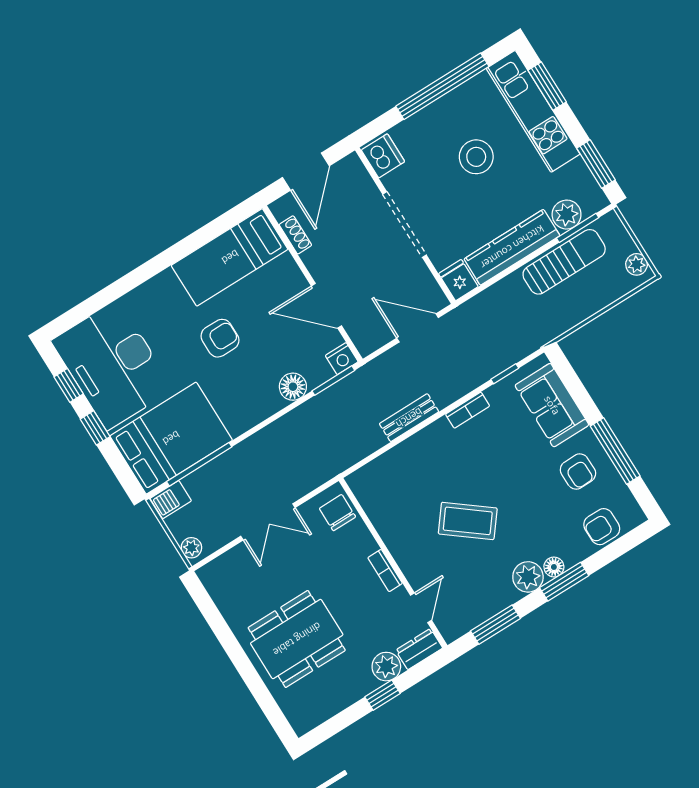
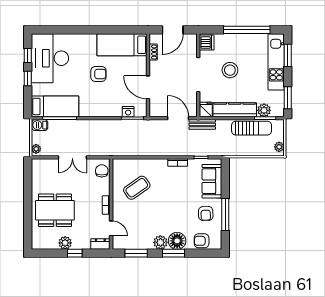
stool: (476, 157) -> (230, 70), moved
nightstand: (342, 359) -> (128, 112), moved
floor lamp: (293, 387) -> (115, 111), removed
bench: (409, 418) -> (202, 124), moved
bed: (171, 438) -> (55, 106), width x0.67
coffee table: (468, 521) -> (137, 188), moved, turned -73
floor lamp: (554, 567) -> (177, 241), width x1.89, depth x1.89
door: (421, 608) -> (111, 228), hinge flipped
plant: (386, 667) -> (65, 243), moved

